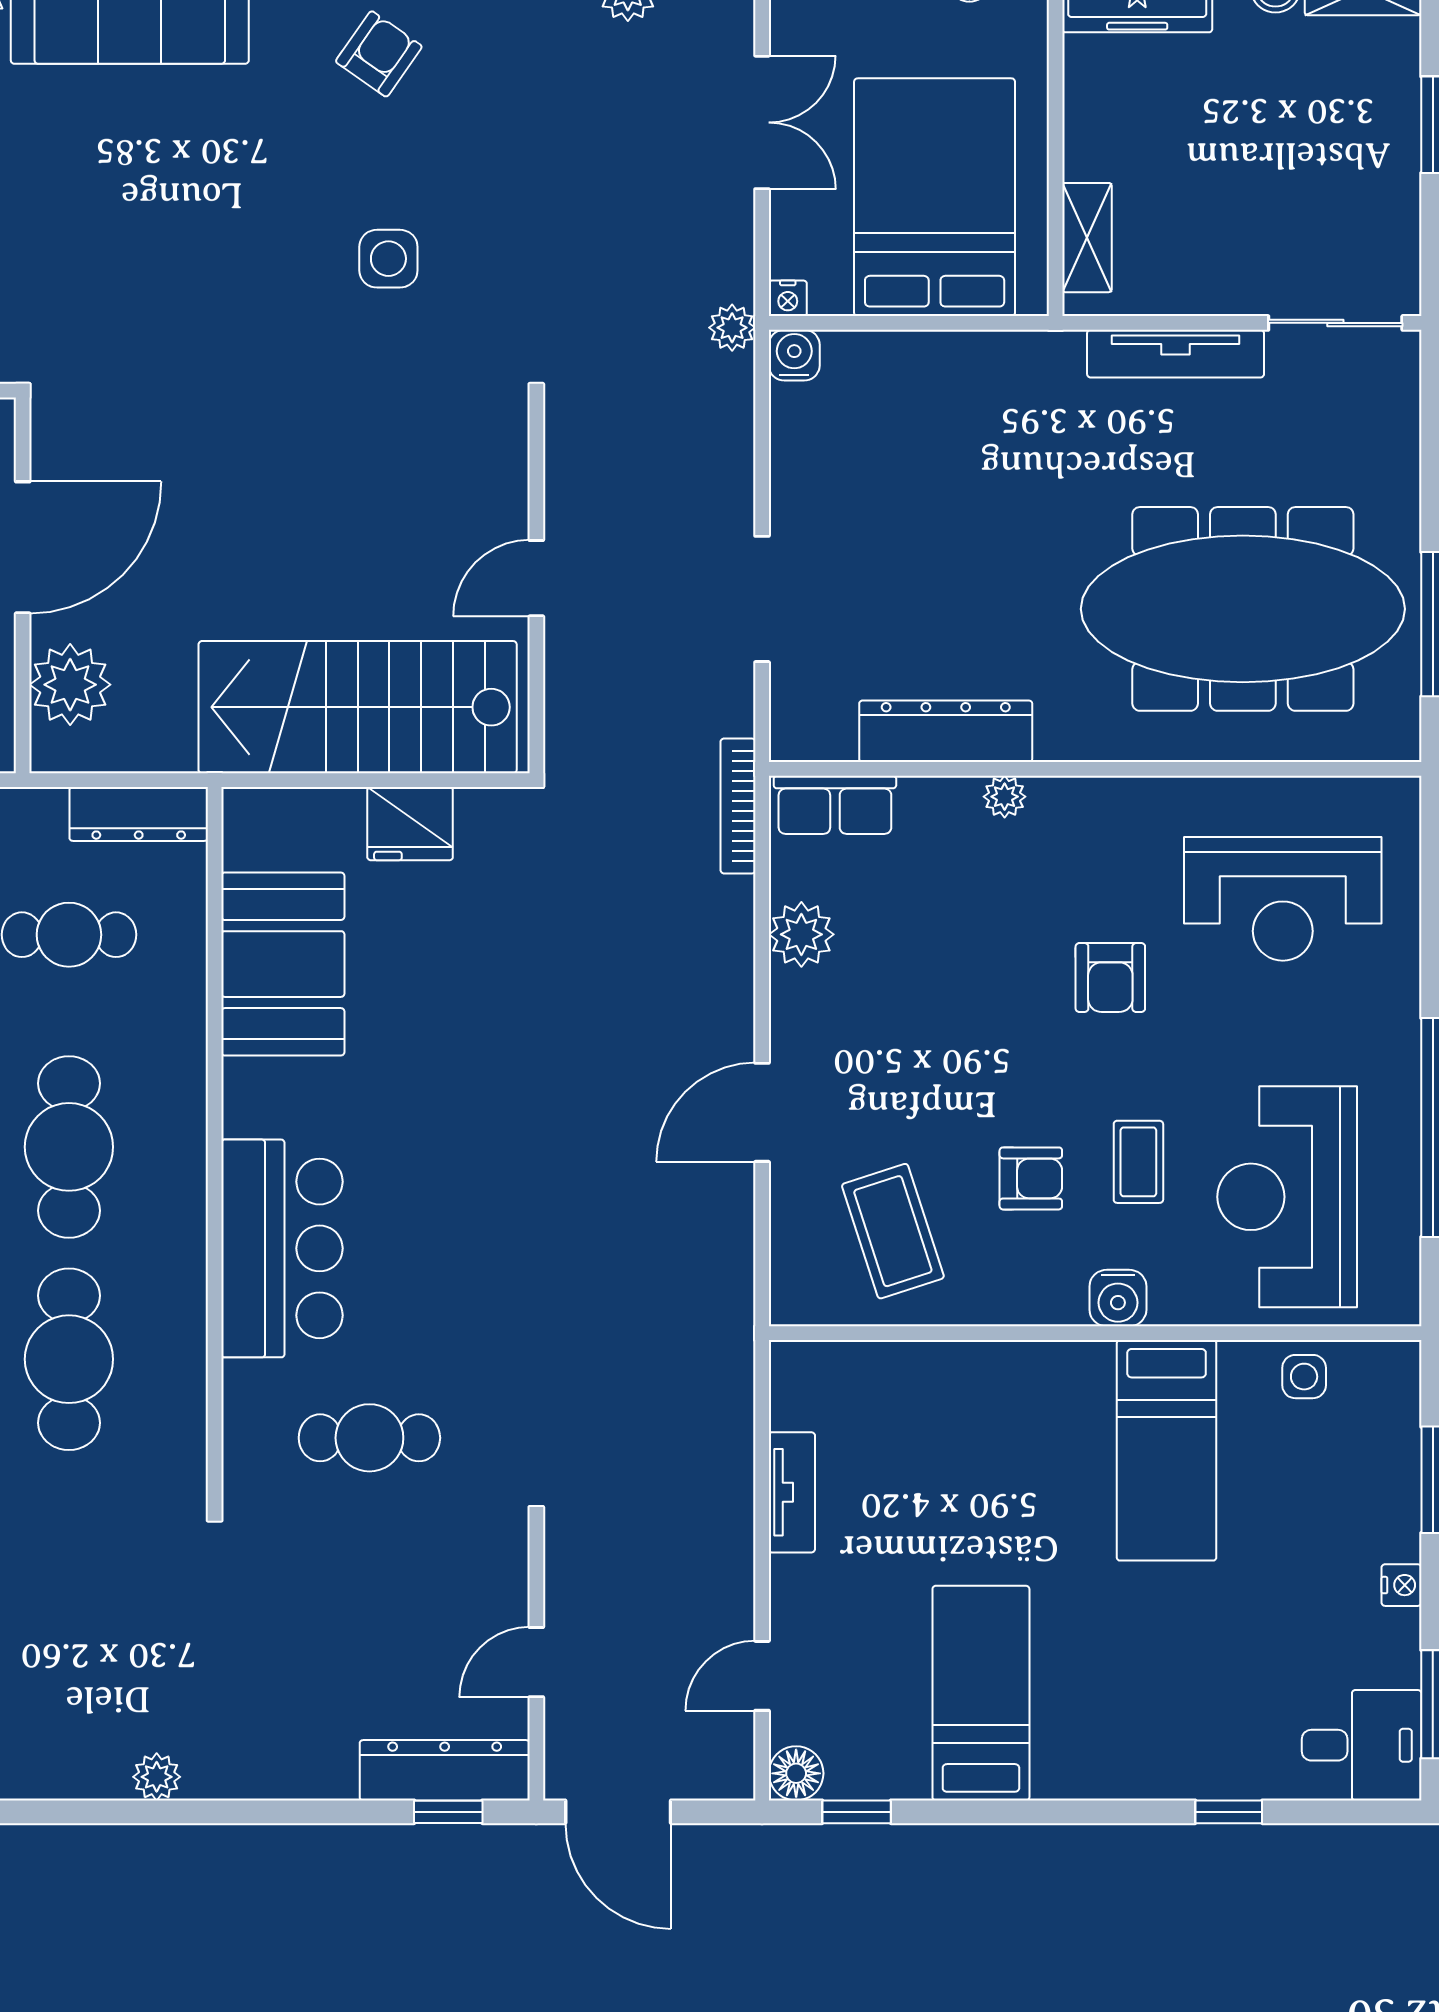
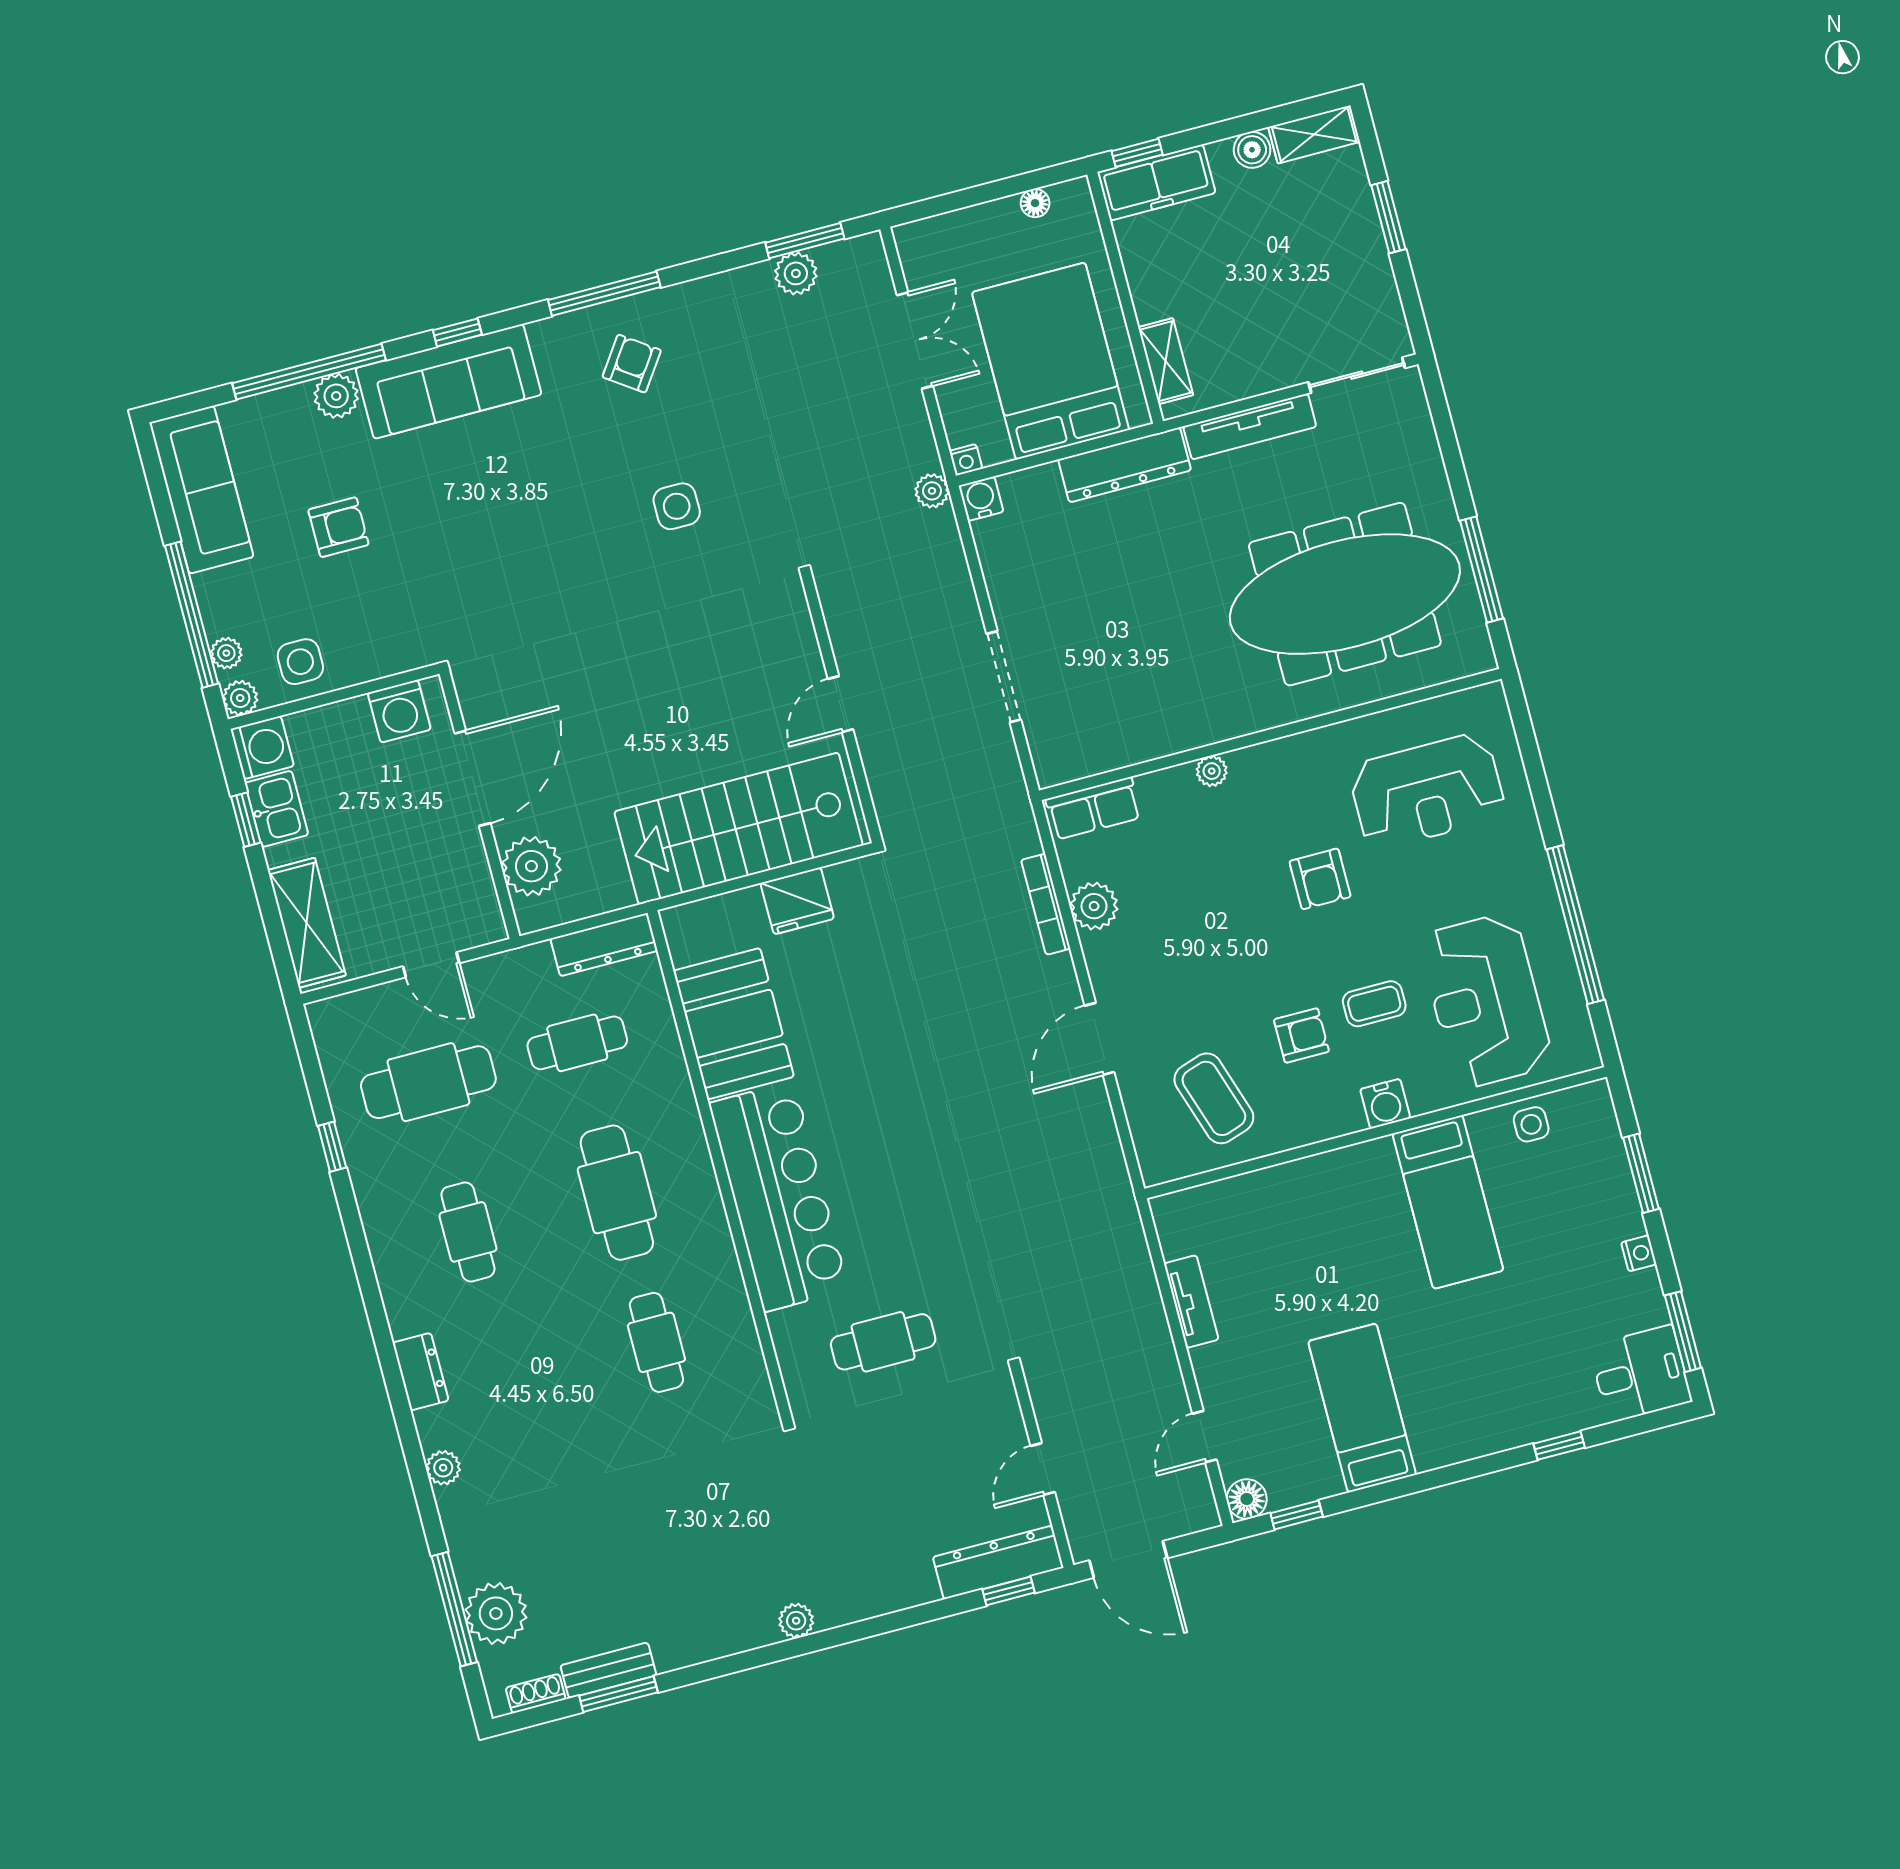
dresser: (946, 731) -> (1125, 465), moved, turned 180
bookcase: (738, 806) -> (1046, 904), moved
coffee table: (1138, 1162) -> (1374, 1004), turned 90
bar counter: (282, 1248) -> (779, 1197), width x1.36
cafe table: (69, 1359) -> (656, 1342), width x0.73, depth x0.74

